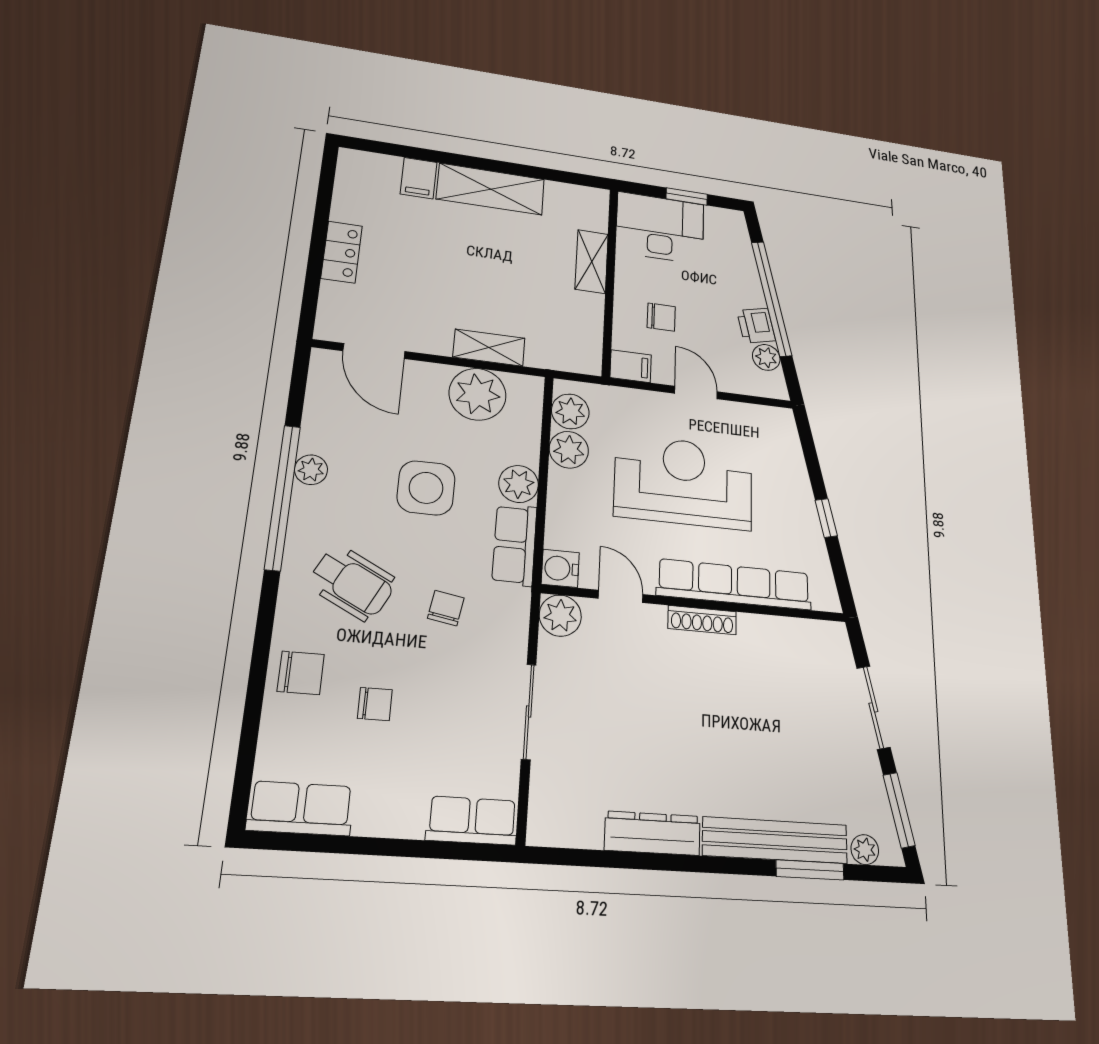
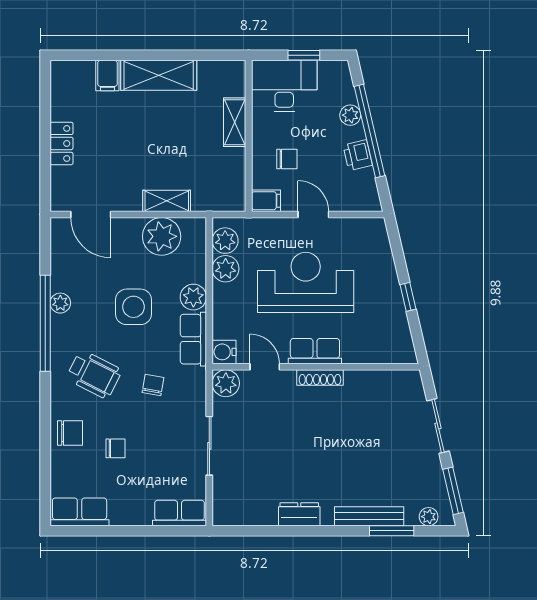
plant: (766, 357) -> (350, 115), moved
row of seats: (734, 584) -> (315, 351), width x0.50
dresser: (653, 833) -> (299, 514), width x0.70
bench: (775, 840) -> (369, 516), width x0.73, depth x0.82

